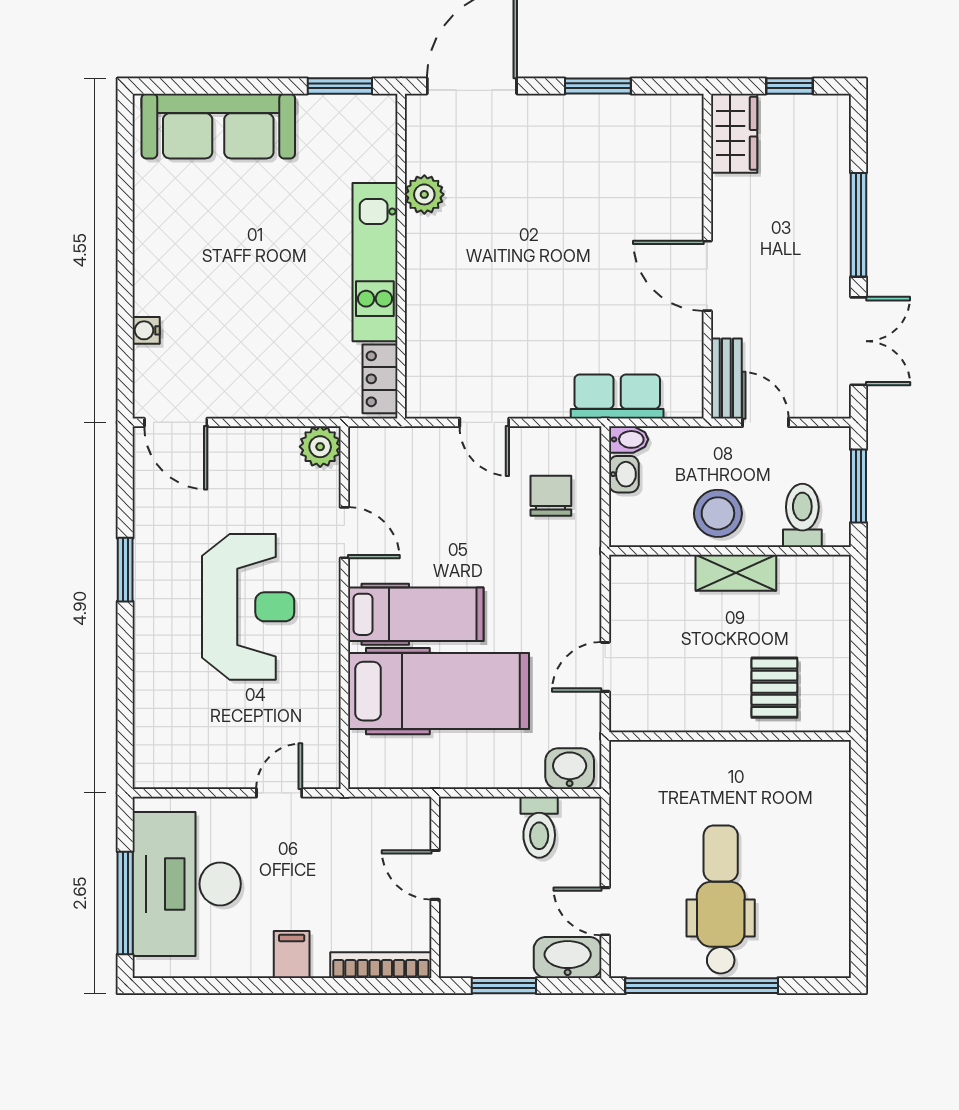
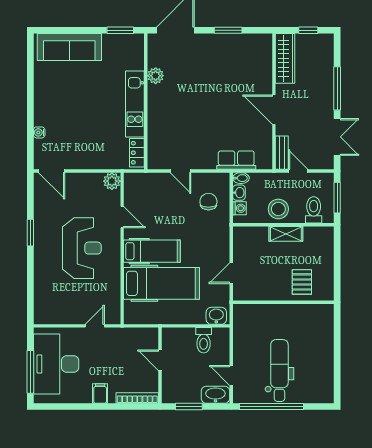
wardrobe: (734, 133) -> (285, 58), width x1.50
washing machine: (625, 511) -> (239, 208), added

